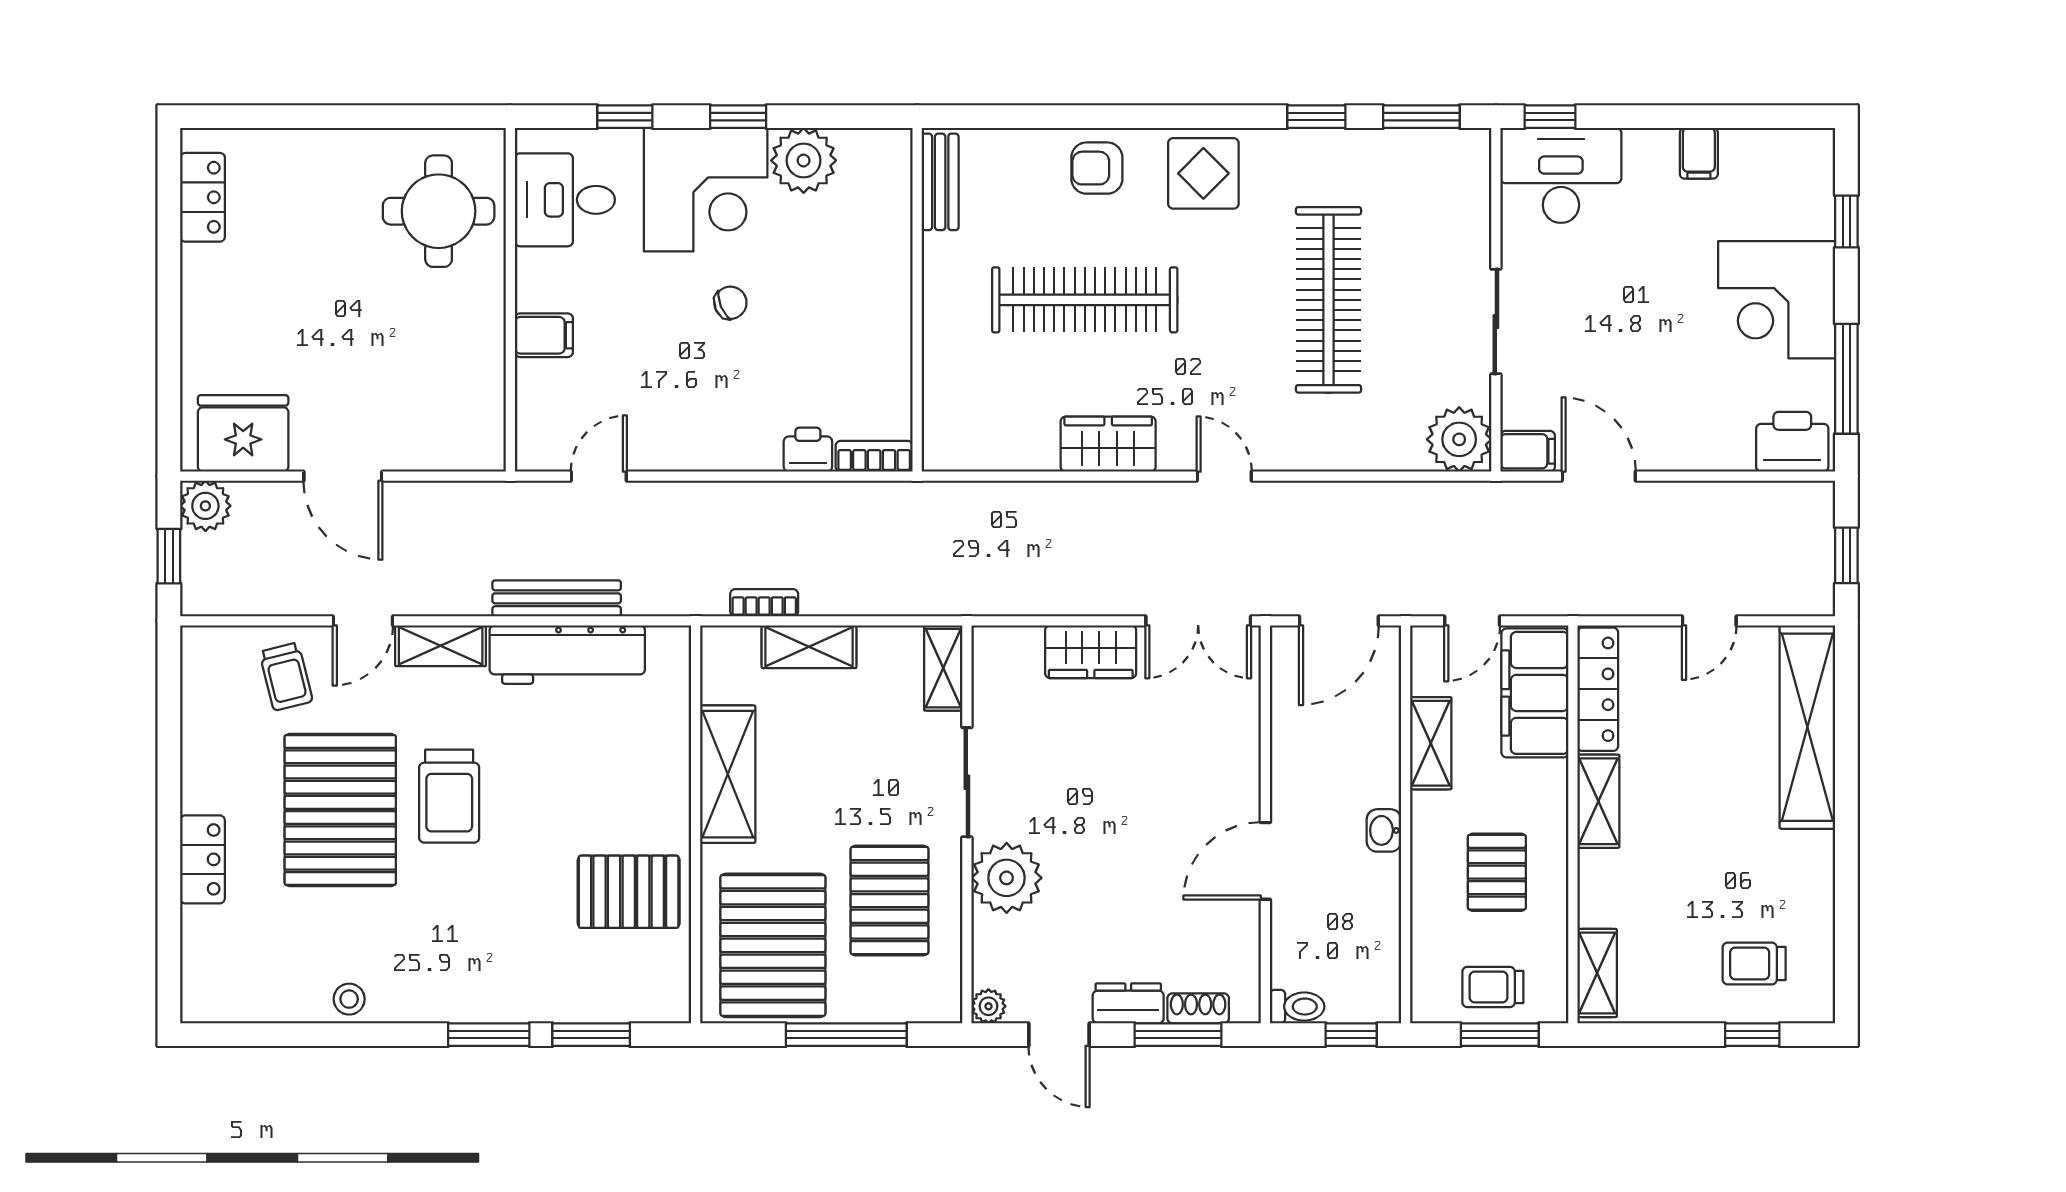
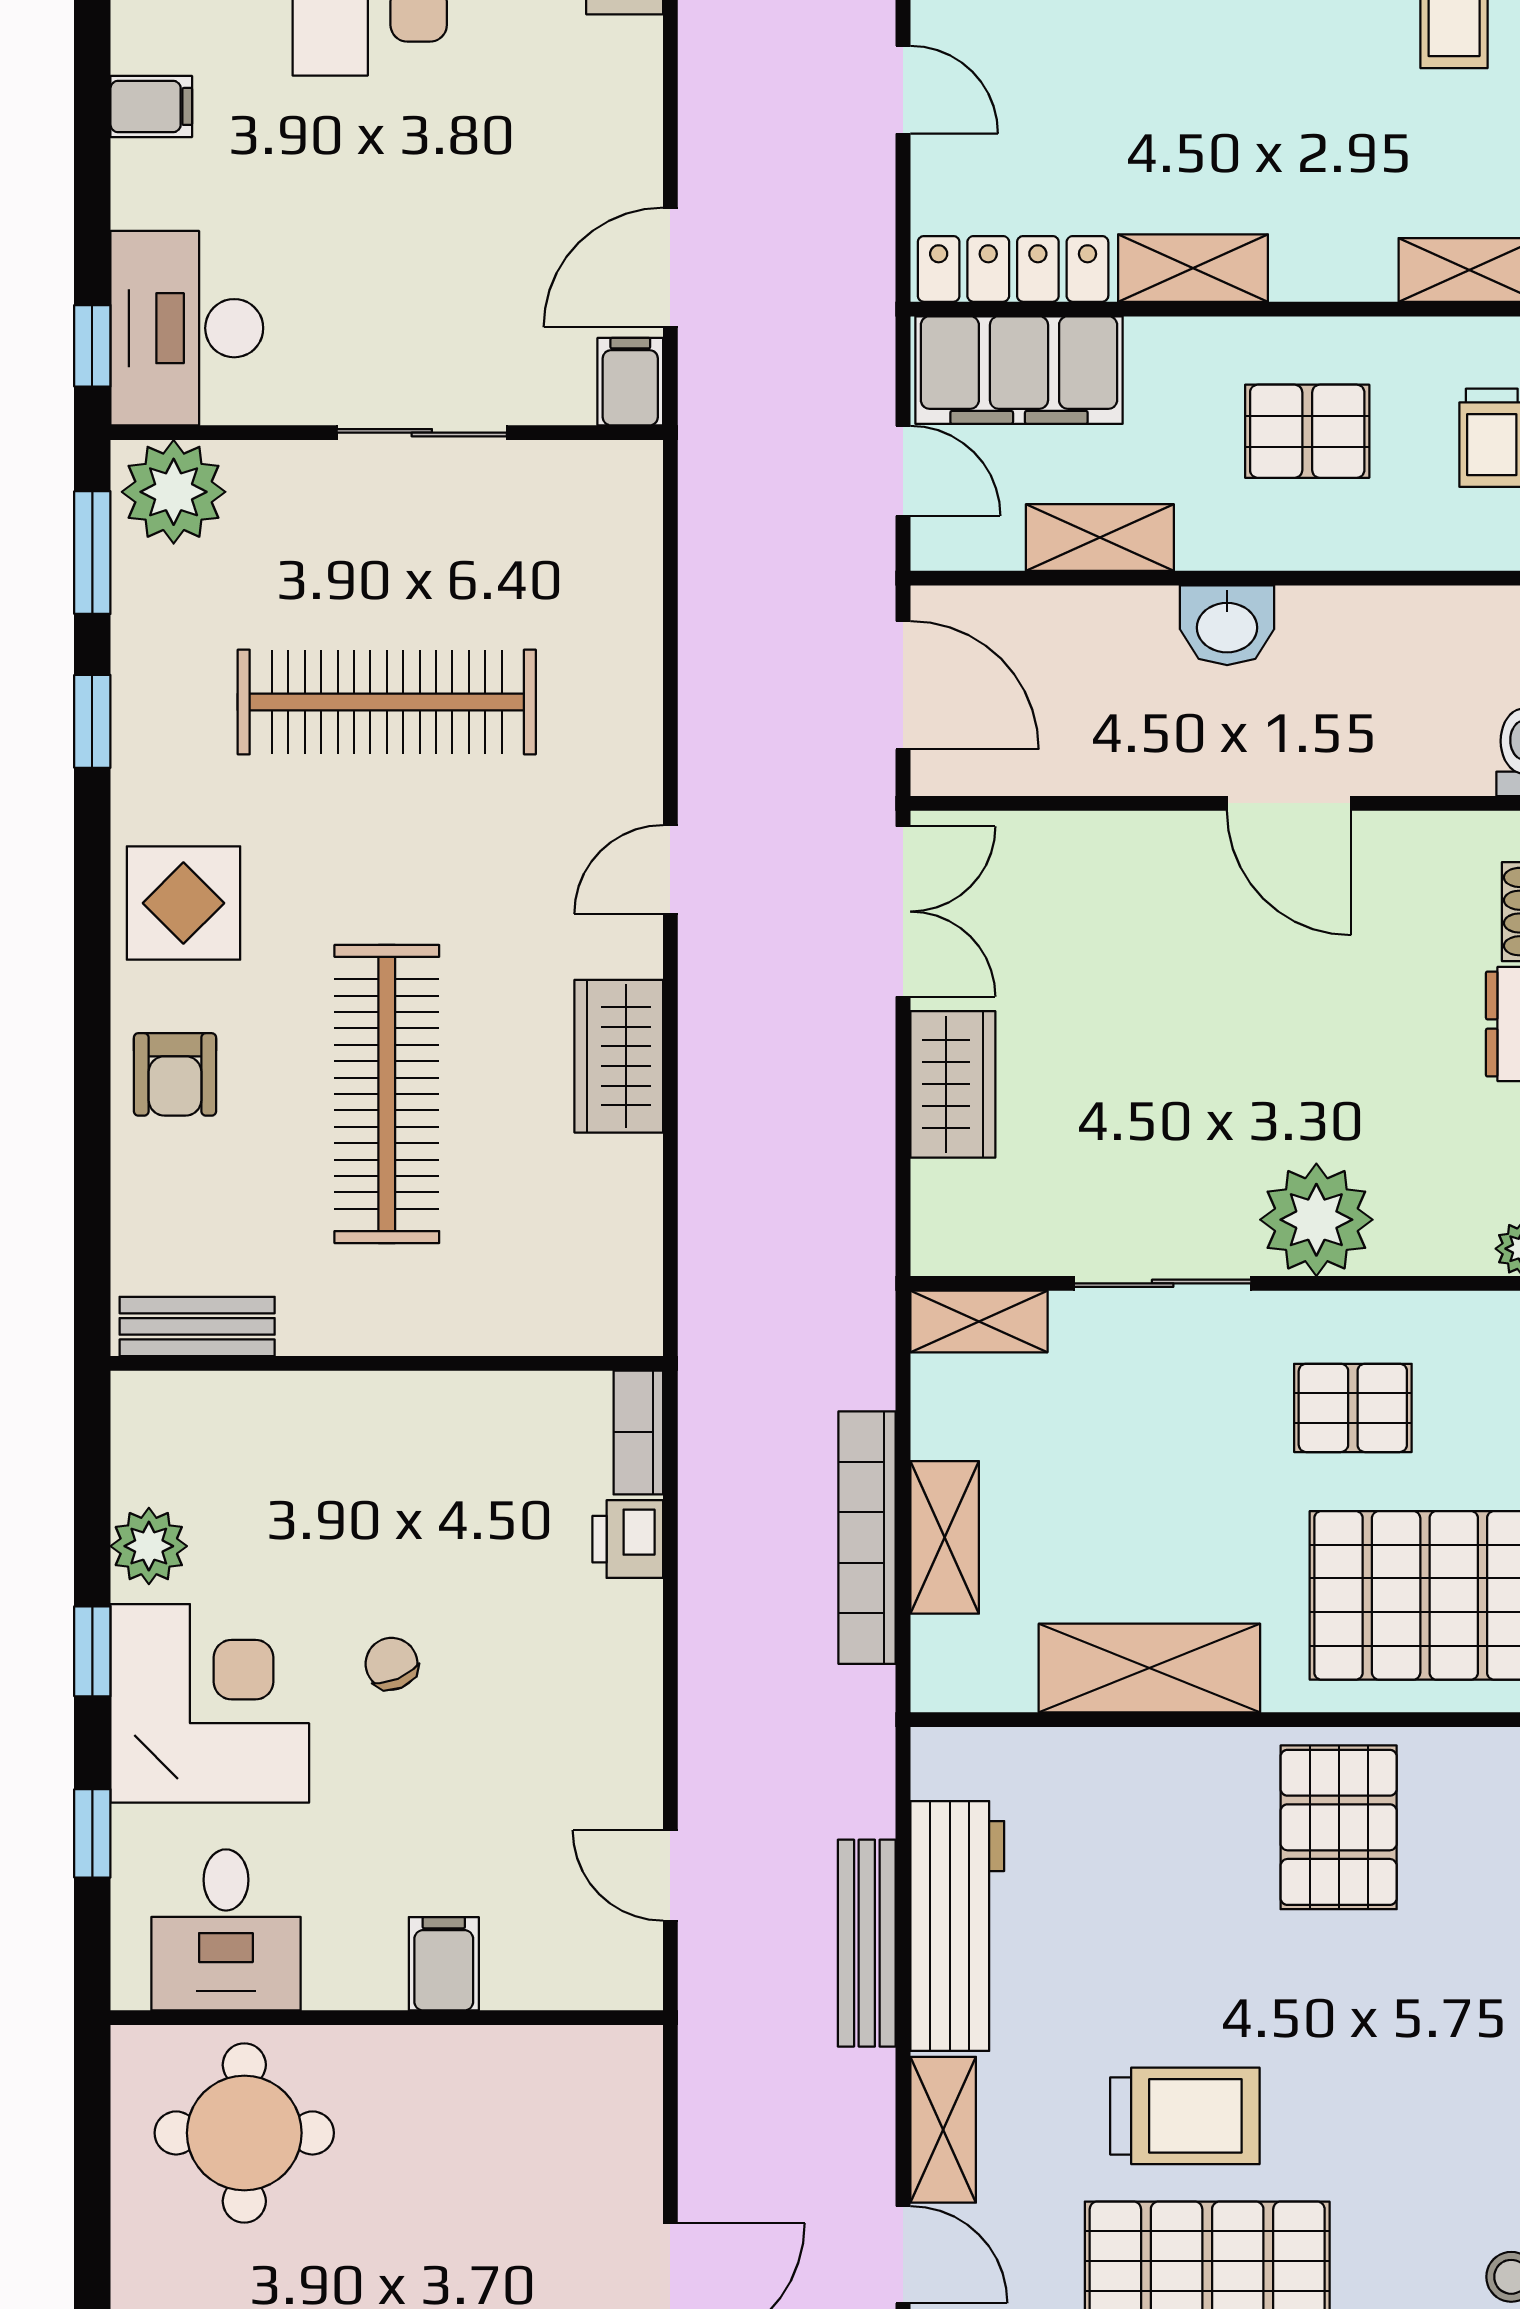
plant: (804, 160) -> (149, 1546), width x0.73, depth x0.73
plant: (1459, 439) -> (174, 492), moved
bookcase: (764, 603) -> (867, 1538), width x2.31, depth x1.31
washbasin: (1384, 830) -> (1227, 625), width x1.38, depth x1.45
pallet: (889, 901) -> (1353, 1408), width x0.67, depth x0.71

